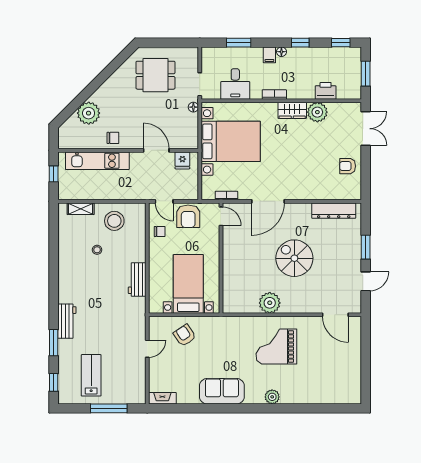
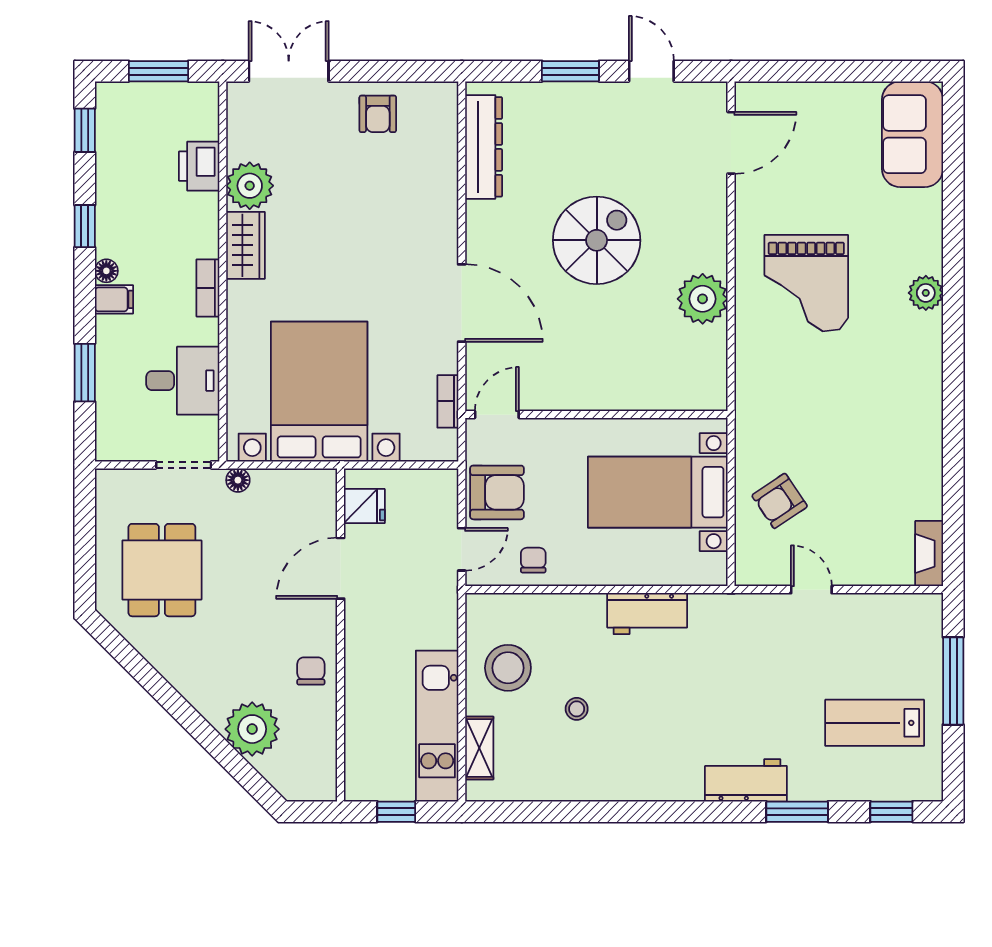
kitchen unit: (97, 161) -> (437, 726), moved, turned 180
spiral stairs: (294, 258) -> (597, 240), turned 180
sofa: (222, 391) -> (912, 134), moved

